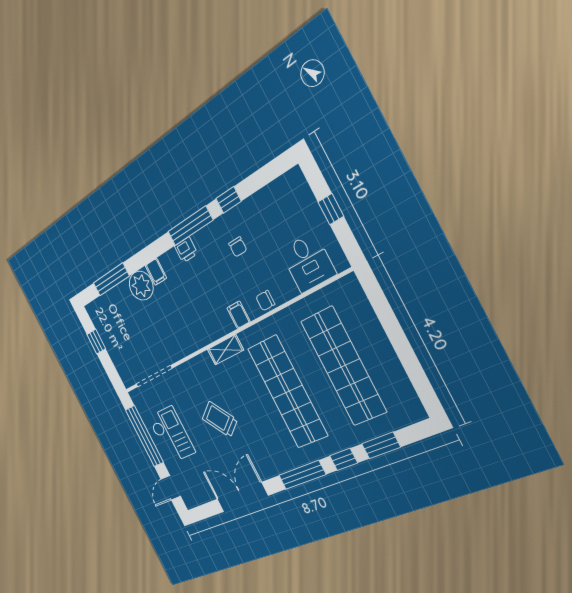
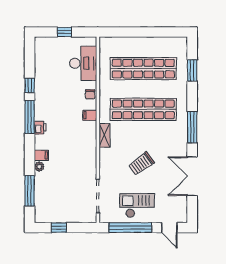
chair: (238, 247) -> (55, 94), removed
desk: (308, 262) -> (83, 63), width x1.37
plant: (141, 286) -> (39, 167), width x0.53, depth x0.53
window: (344, 459) -> (192, 96), removed

